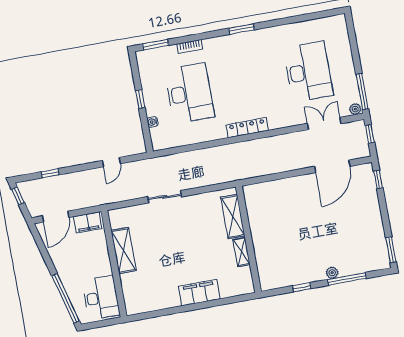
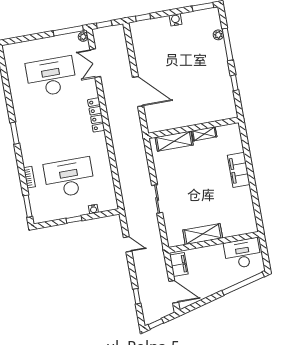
locker: (247, 128) -> (96, 115), moved
door: (332, 166) -> (138, 91), moved
water cooler: (376, 218) -> (176, 20), added
plant: (332, 273) -> (218, 35), moved

